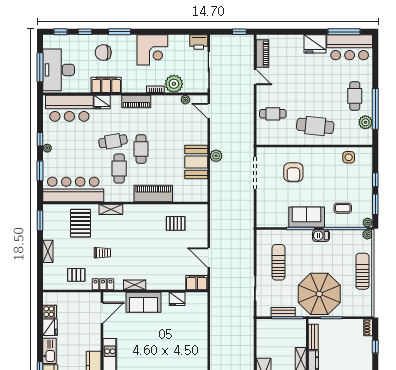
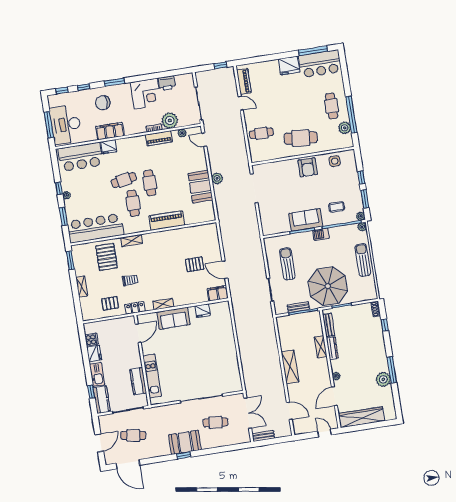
printer: (199, 42) -> (167, 83), moved
piano: (136, 101) -> (159, 138), moved
armchair: (293, 172) -> (308, 167), moved
pallet: (176, 223) -> (195, 264), moved

